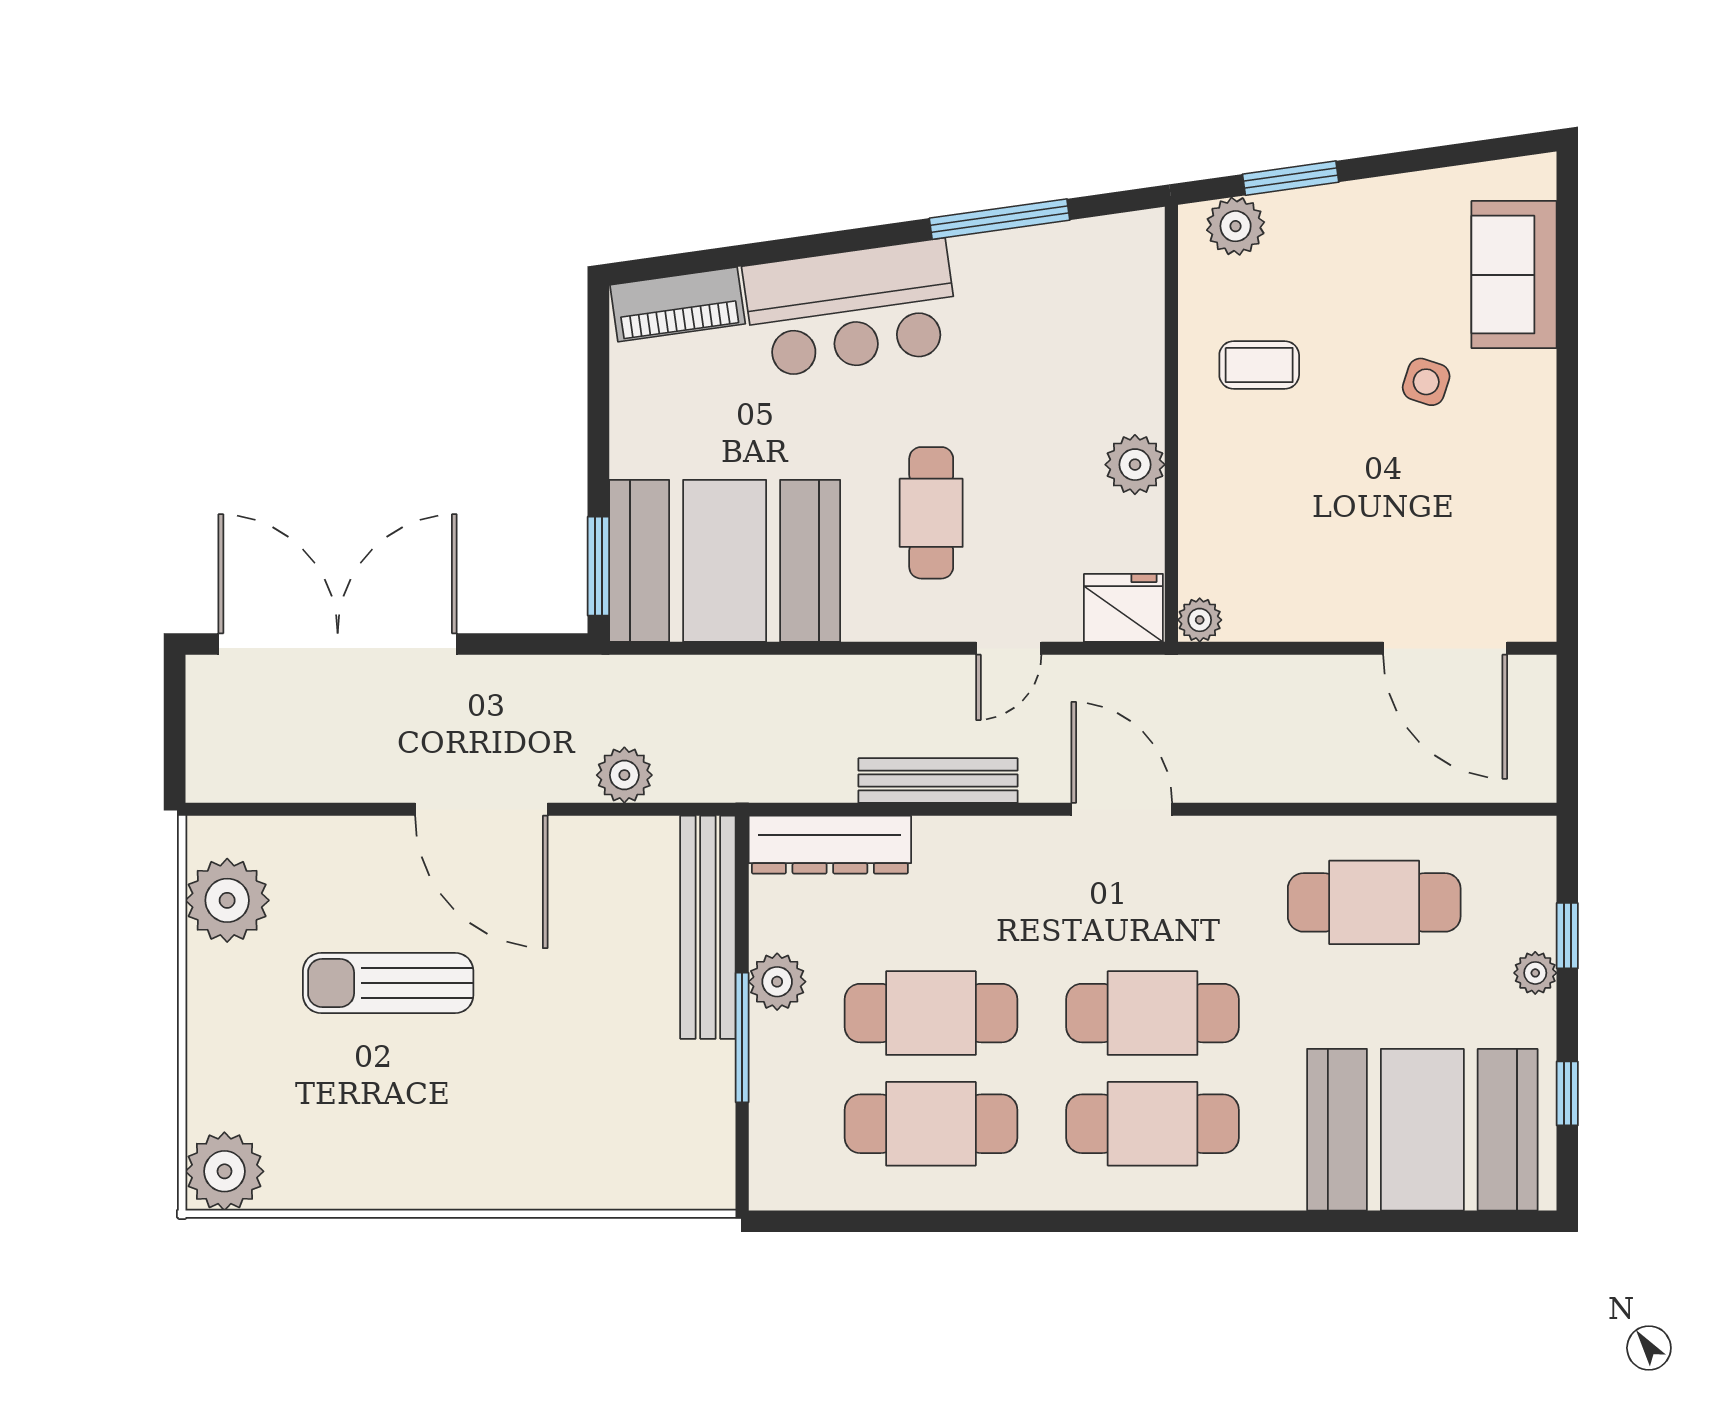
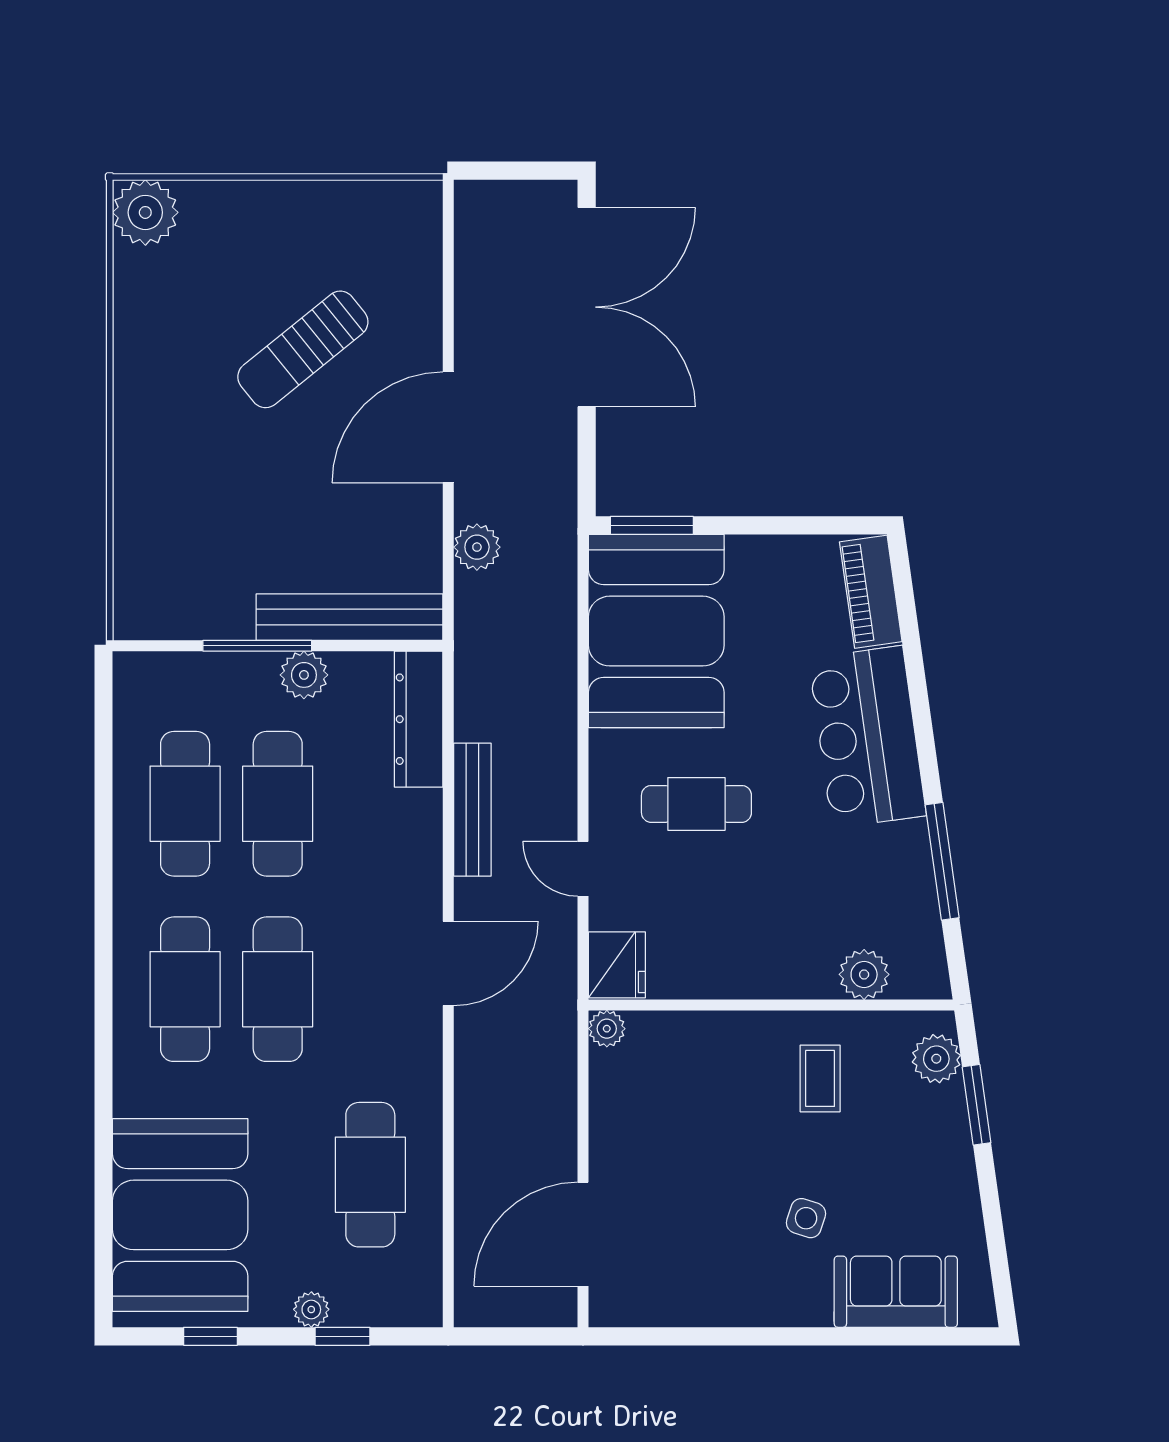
plant: (1135, 465) -> (864, 974), moved
plant: (227, 900) -> (372, 215), removed
sun lounger: (388, 983) -> (303, 349), turned -129

